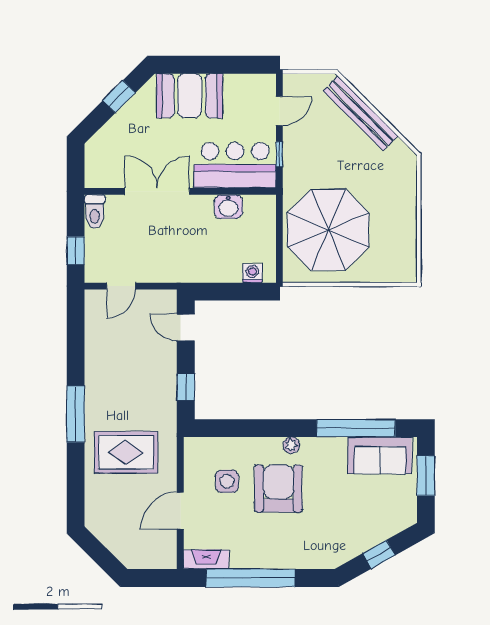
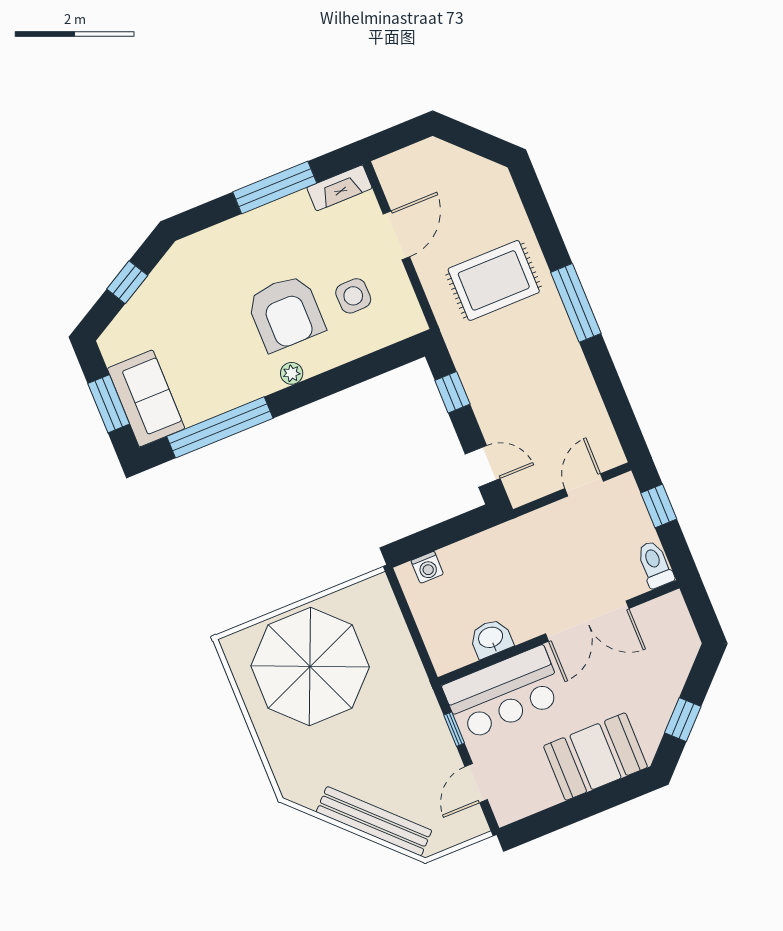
parasol: (328, 230) -> (310, 667), moved
sofa: (380, 455) -> (146, 398), moved, turned 90
window: (251, 578) -> (275, 188), width x0.68

